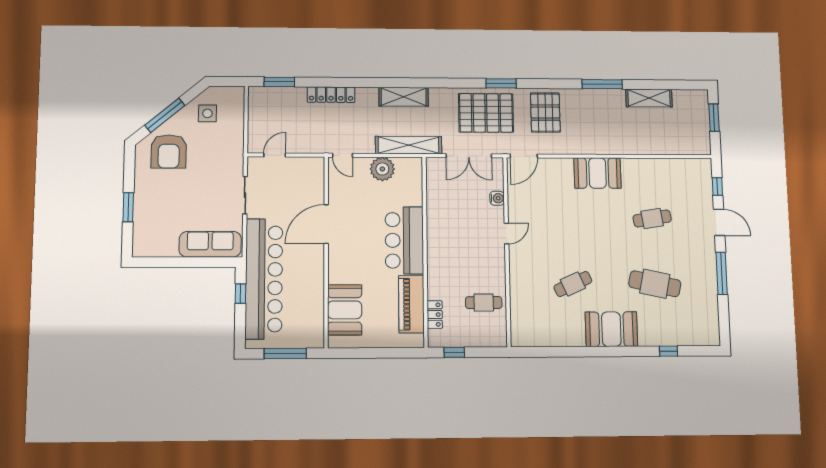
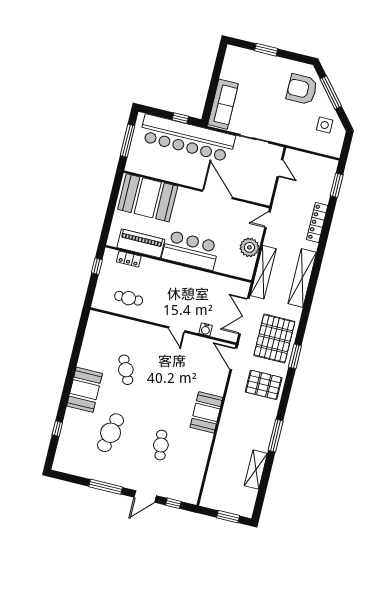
shelving: (404, 97) -> (302, 278), width x1.47
cafe table: (484, 303) -> (129, 298), turned 90
booth: (345, 310) -> (148, 198), width x1.36, depth x1.42

